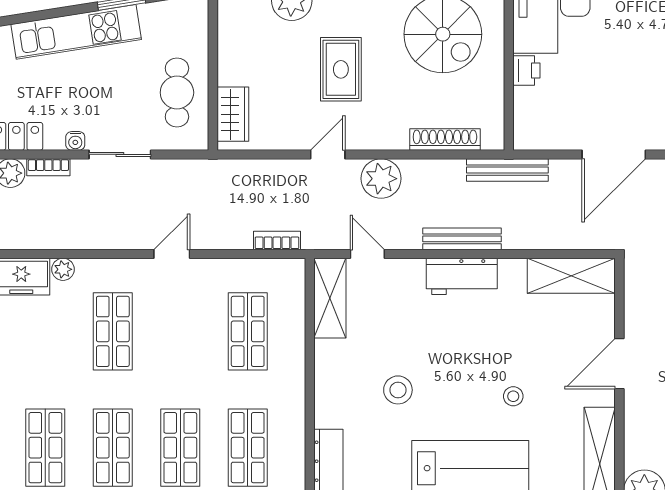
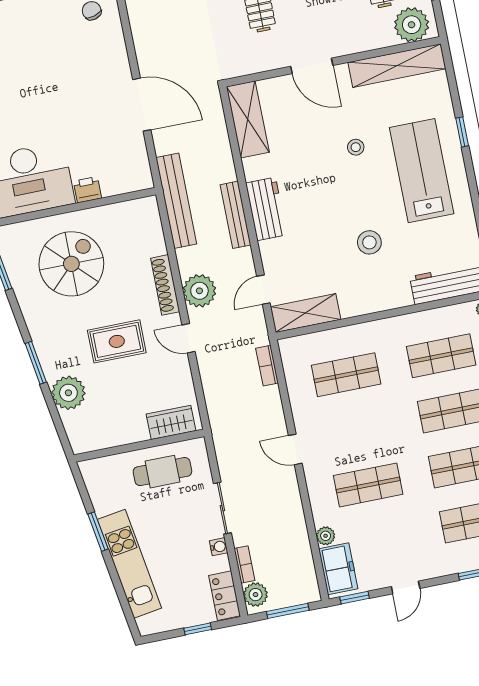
shoe rack: (445, 139) -> (165, 285), moved
bench: (507, 170) -> (176, 201), width x1.37, depth x1.21

